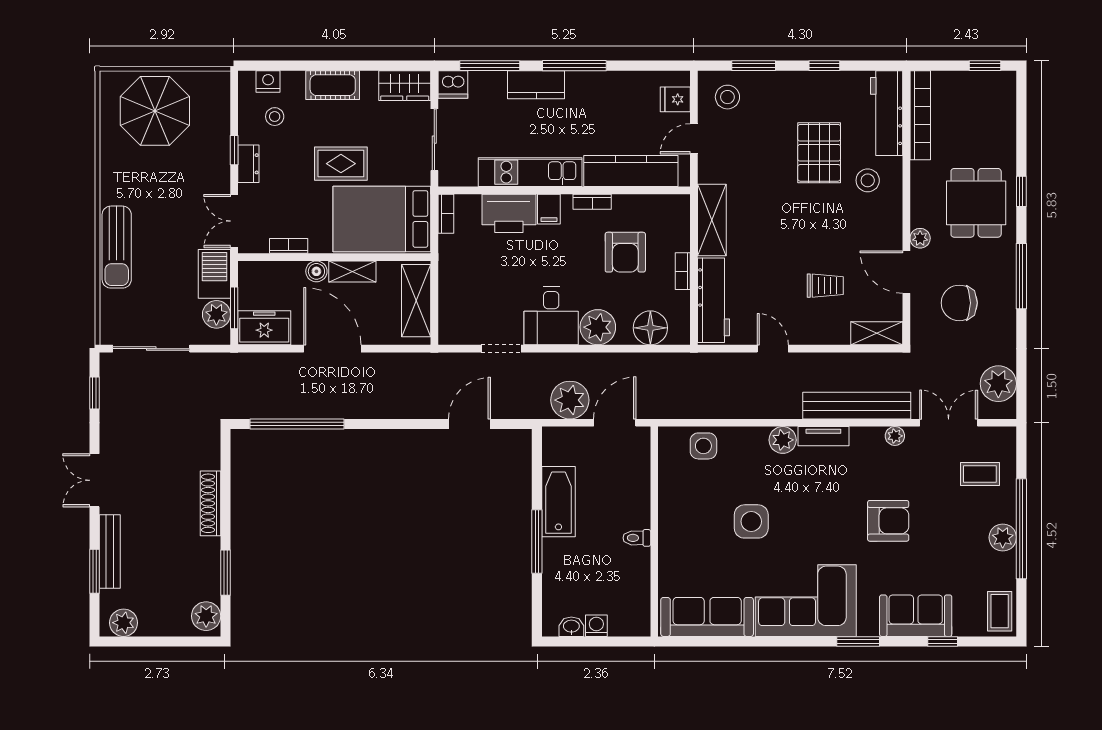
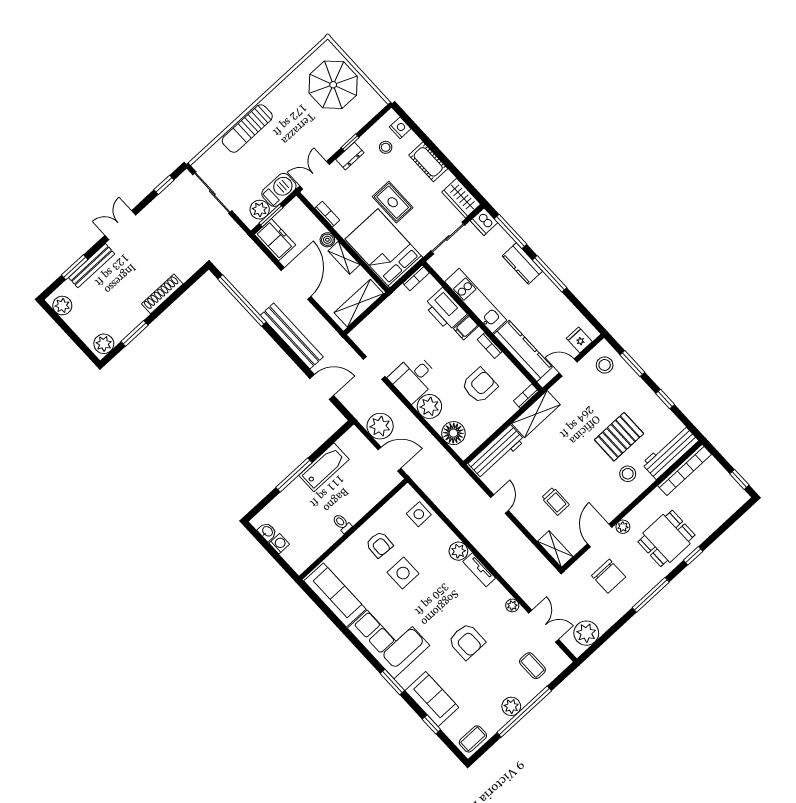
armchair: (625, 252) -> (480, 386), turned 180
bookcase: (683, 271) -> (526, 396), moved
chair: (959, 303) -> (609, 576), turned 180
bench: (857, 406) -> (292, 336), moved
armchair: (697, 519) -> (379, 544), added

